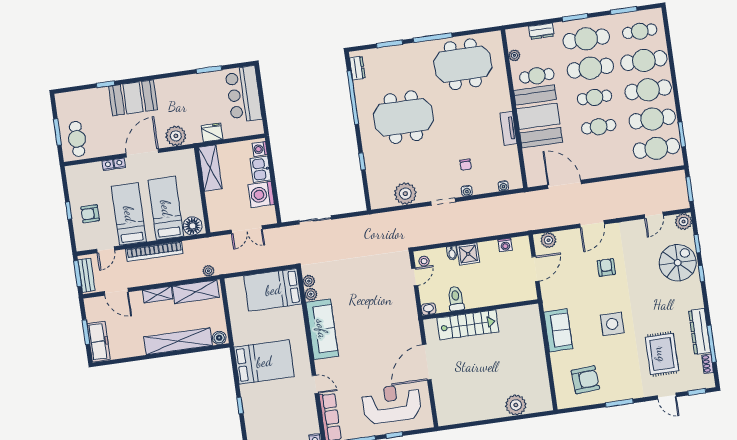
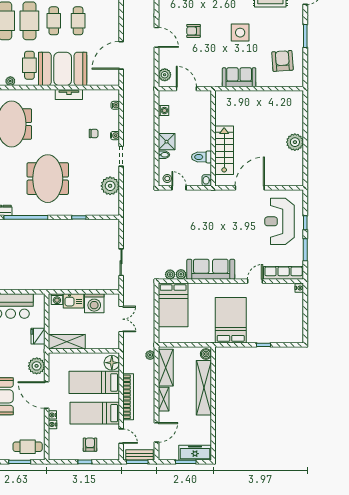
armchair: (90, 214) -> (90, 445), turned 180
door: (427, 362) -> (250, 188), swing flipped
plant: (516, 405) -> (295, 142), moved

